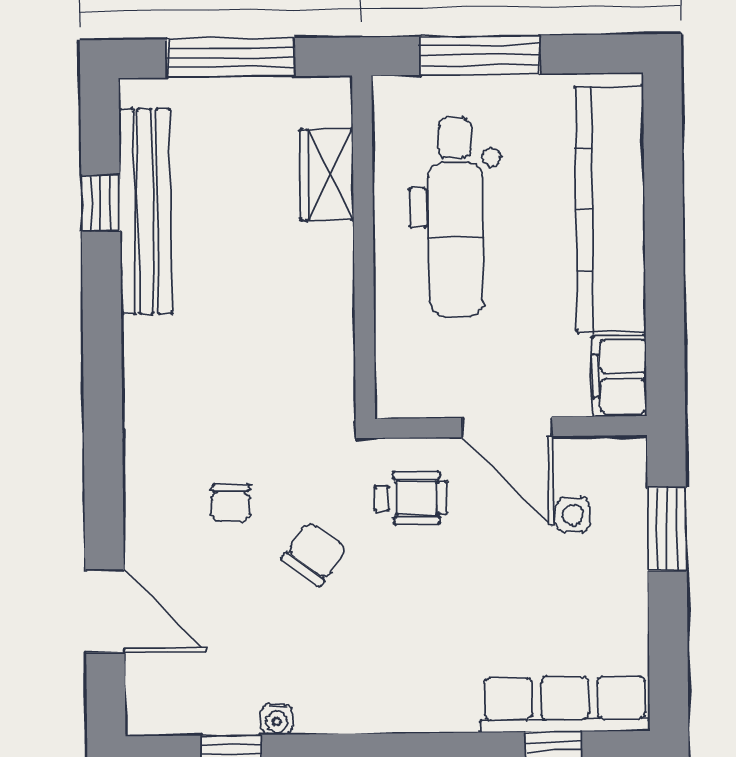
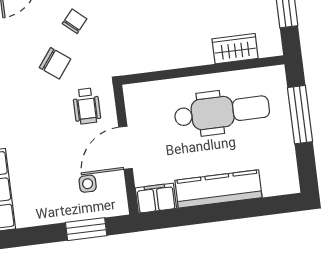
kitchen counter: (610, 209) -> (218, 189), width x0.72, depth x0.86
dental chair: (455, 217) -> (222, 112), turned 180
chair: (231, 503) -> (75, 21), turned 131

